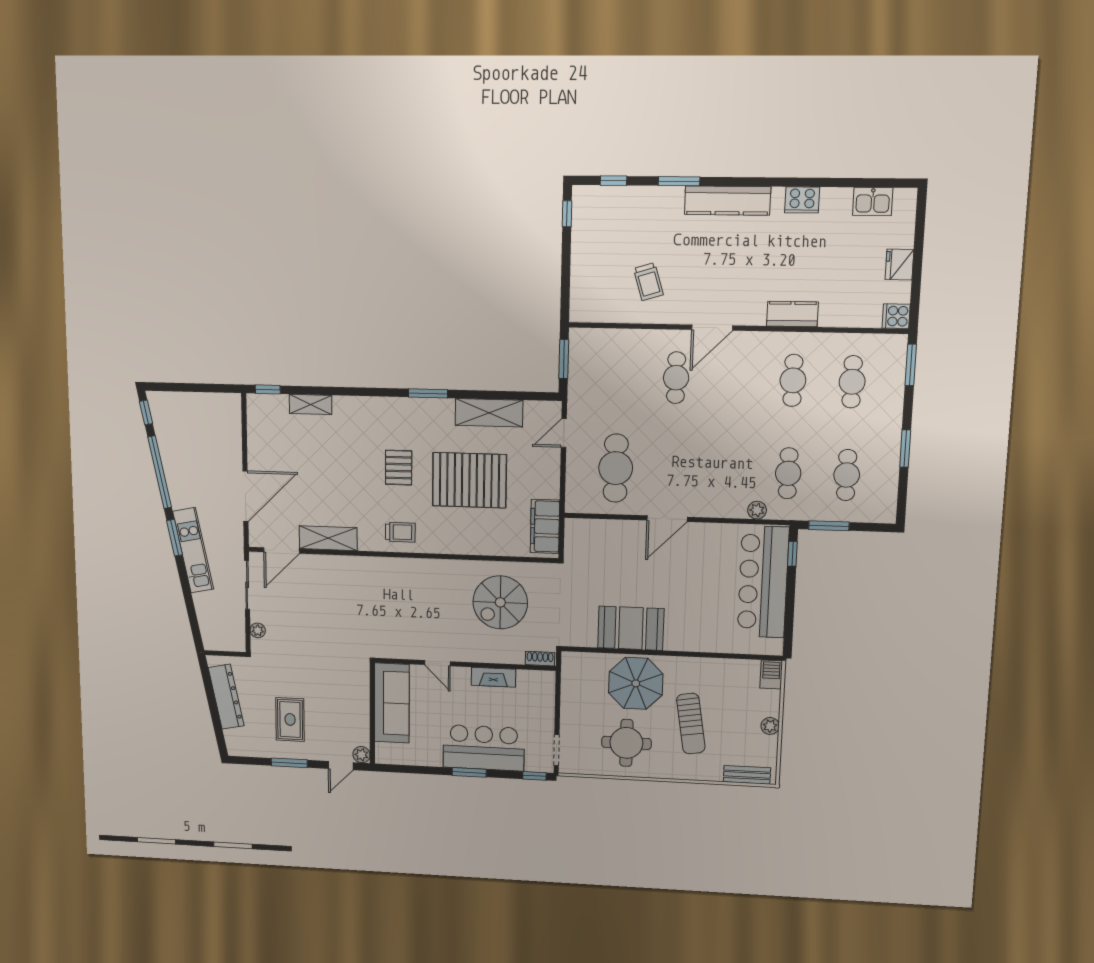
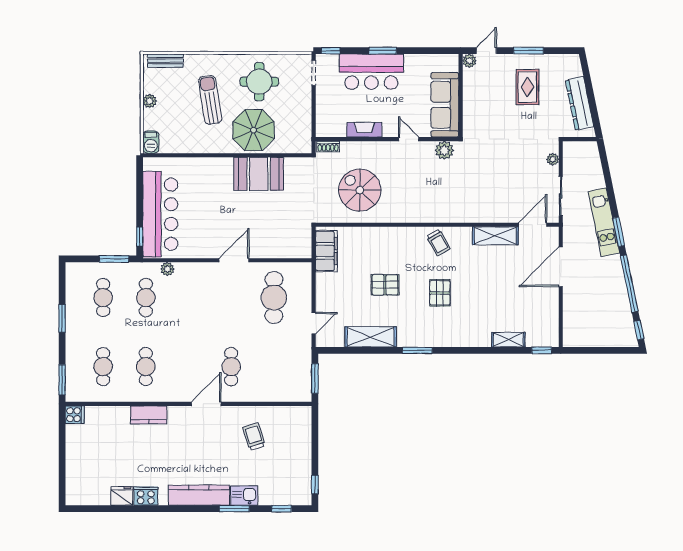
kitchen sink: (873, 202) -> (244, 496), moved
fridge: (899, 265) -> (122, 496), moved, turned -90
pallet: (469, 480) -> (385, 285), width x0.49, depth x0.50
trolley: (400, 532) -> (438, 243), turned -119
spiral stairs: (500, 602) -> (360, 190), turned -90
plant: (393, 647) -> (444, 150), added

